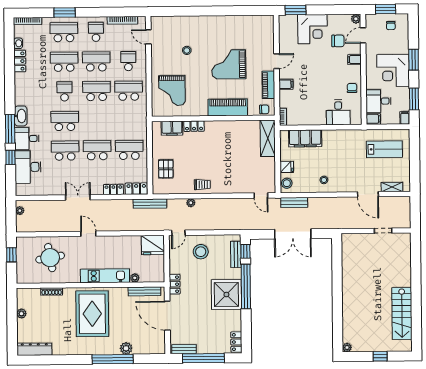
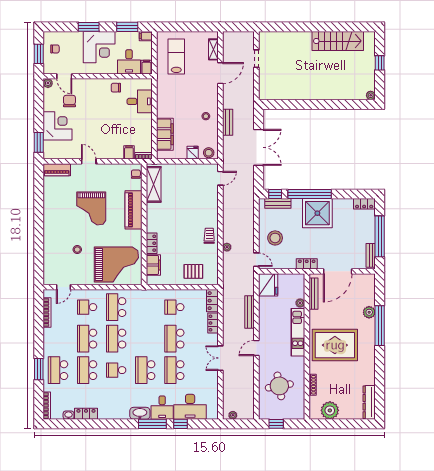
school desk: (96, 32) -> (58, 339), removed
filing cabinet: (354, 59) -> (88, 85), removed
filing cabinet: (286, 84) -> (129, 152), moved
piano: (268, 85) -> (57, 170), moved
grand piano: (172, 91) -> (116, 265), width x1.37, depth x1.48
shelving: (268, 138) -> (154, 184), moved, turned 90
school desk: (129, 150) -> (174, 307), width x0.54
bench: (294, 202) -> (228, 122), moved
bench: (150, 204) -> (249, 312), moved
plant: (21, 314) -> (330, 410), width x1.87, depth x1.87

